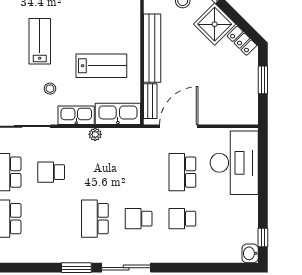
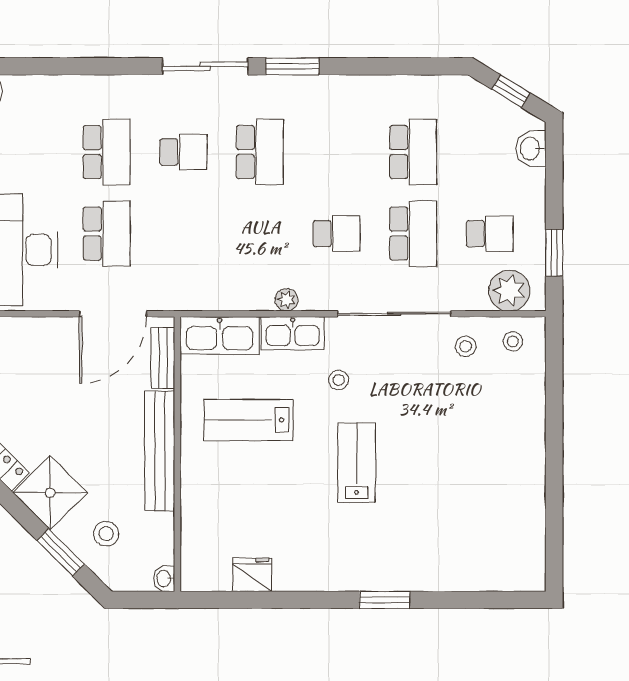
lab bench: (40, 41) -> (357, 463), turned 180
plant: (95, 134) -> (286, 300), moved
school desk: (182, 219) -> (107, 152), width x1.85

